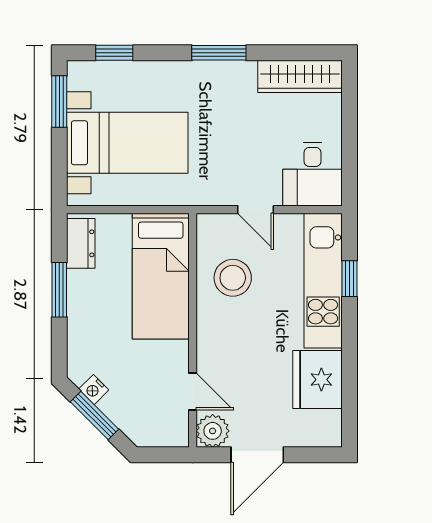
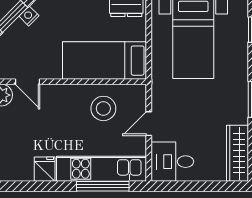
window: (349, 279) -> (103, 186), width x2.17
fridge: (317, 380) -> (45, 169), width x0.53, depth x0.75
door: (193, 392) -> (28, 82), hinge flipped

